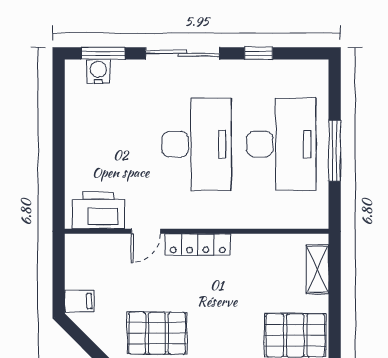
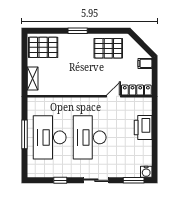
sliding door: (182, 53) -> (96, 180), width x0.73
water cooler: (98, 71) -> (146, 172), moved
printer: (99, 210) -> (143, 128), moved, turned 90
locker: (198, 245) -> (136, 90), moved

